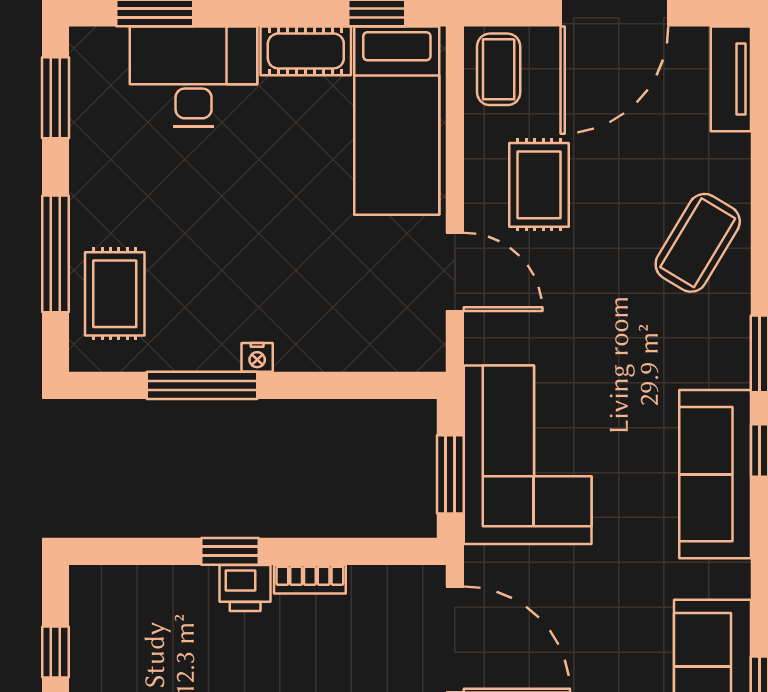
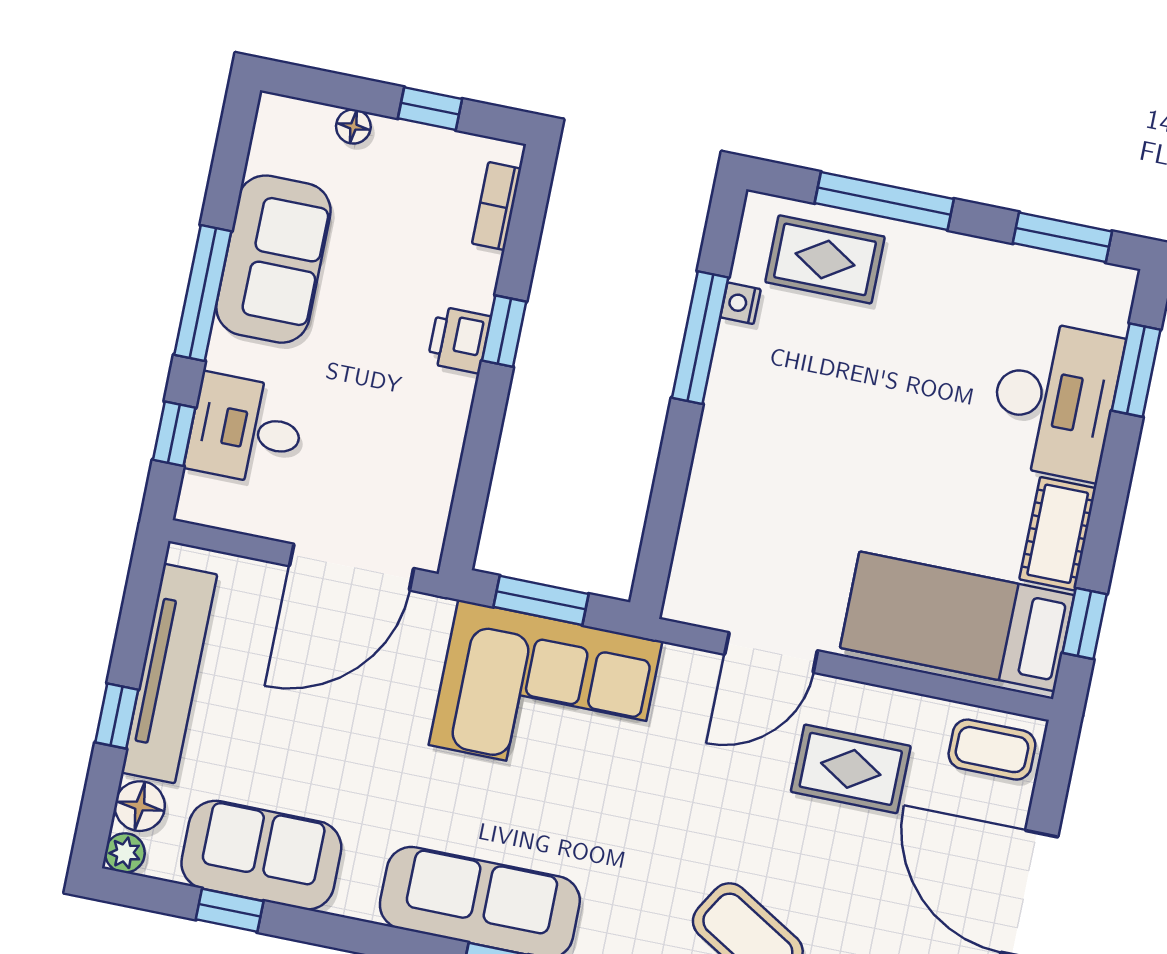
nightstand: (257, 357) -> (740, 303), moved
bookcase: (310, 579) -> (497, 206), moved

